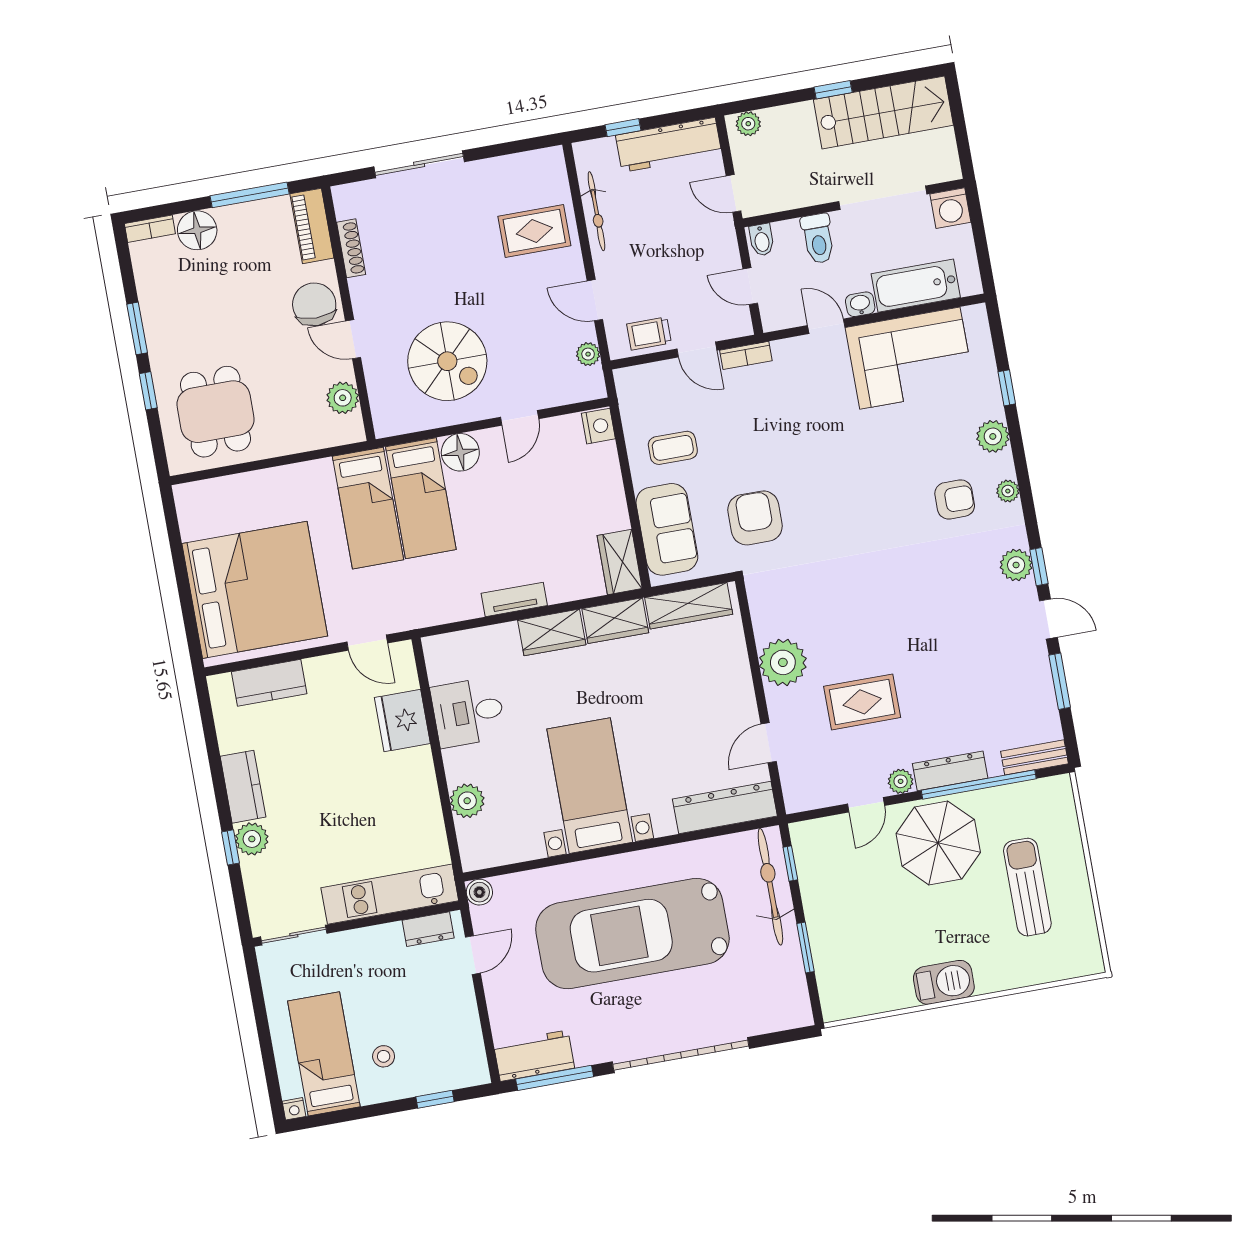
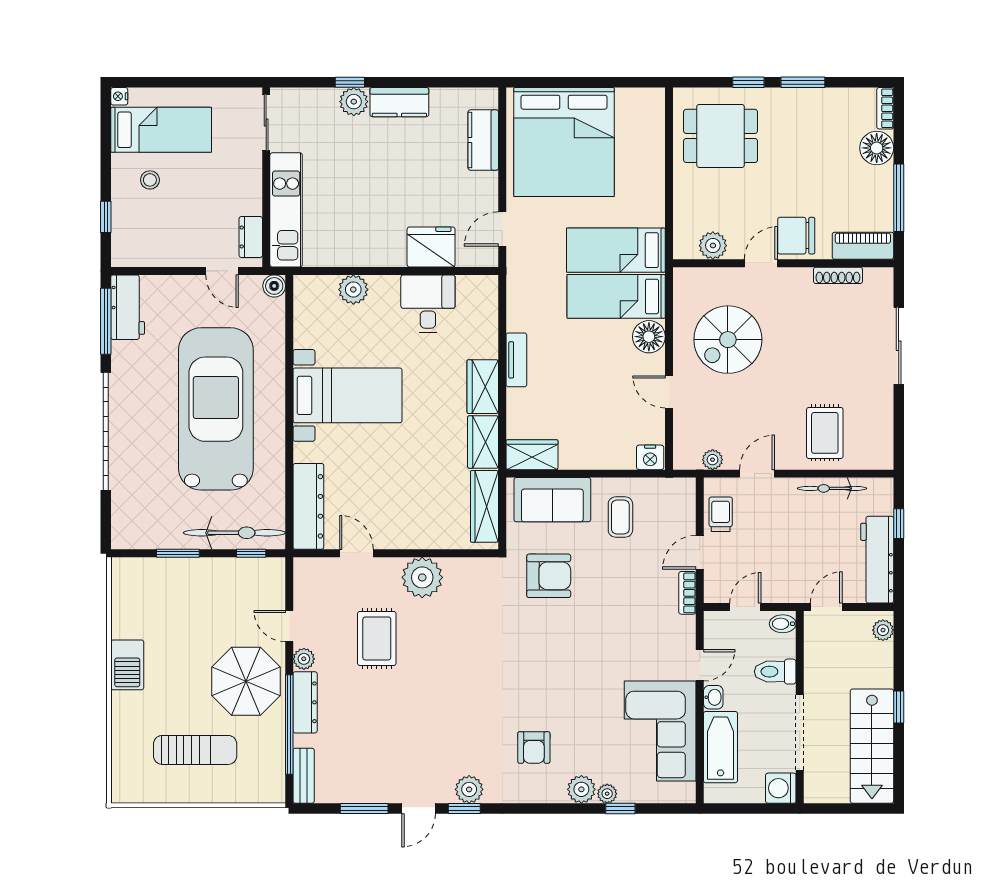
chair: (314, 304) -> (796, 236), turned 180
plant: (1008, 491) -> (607, 794), moved

